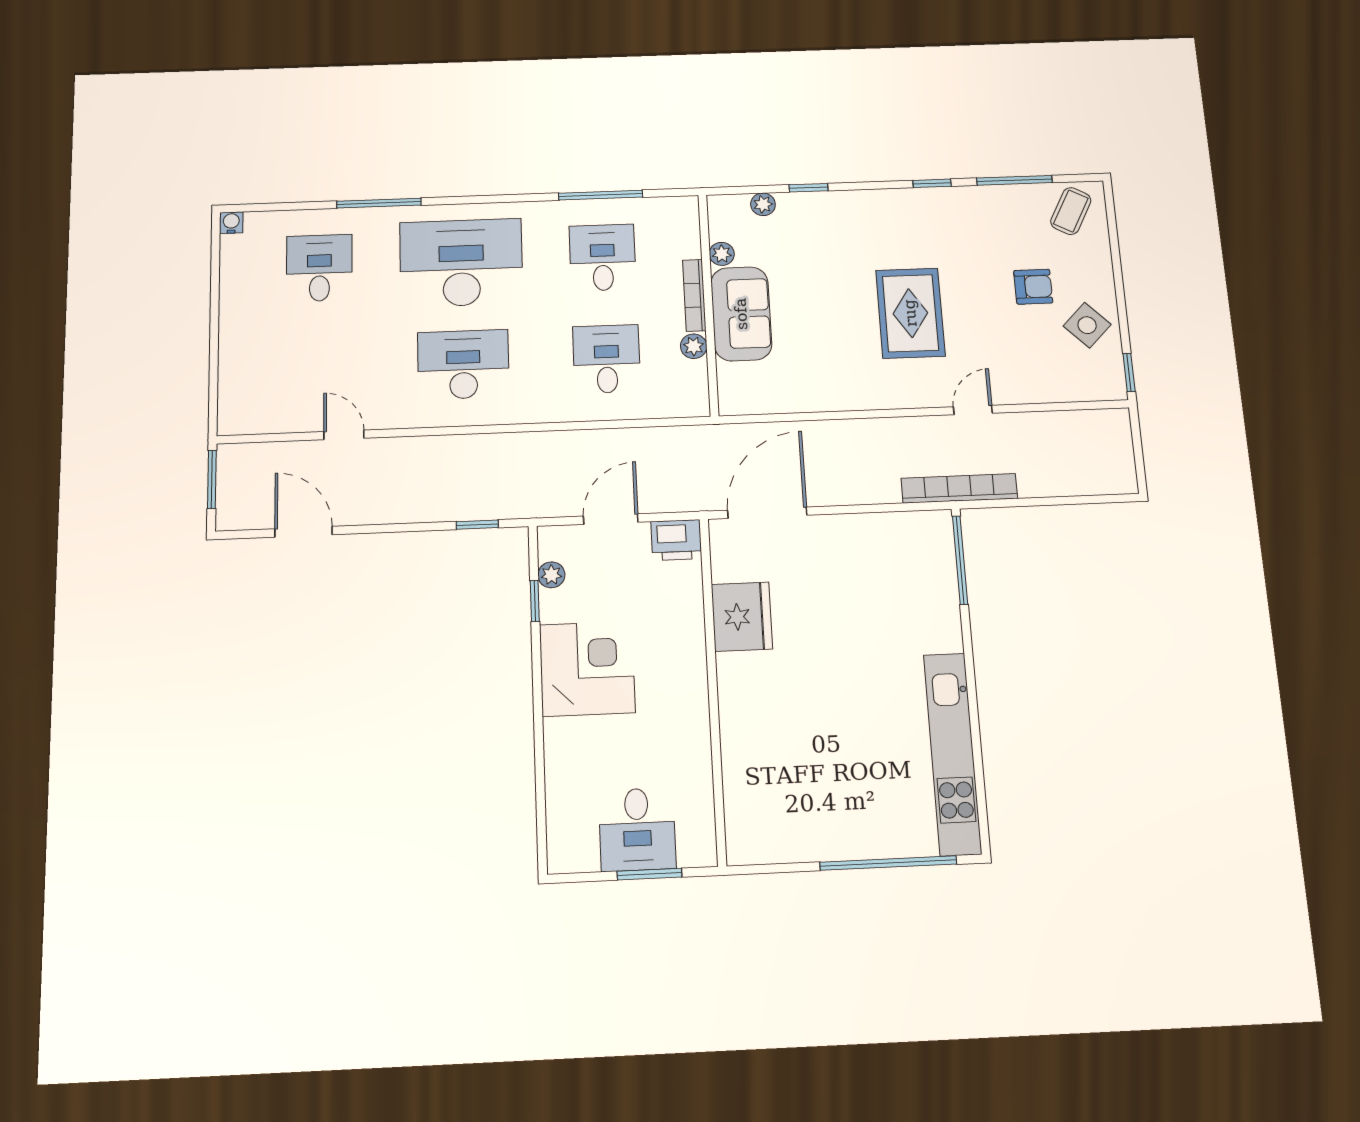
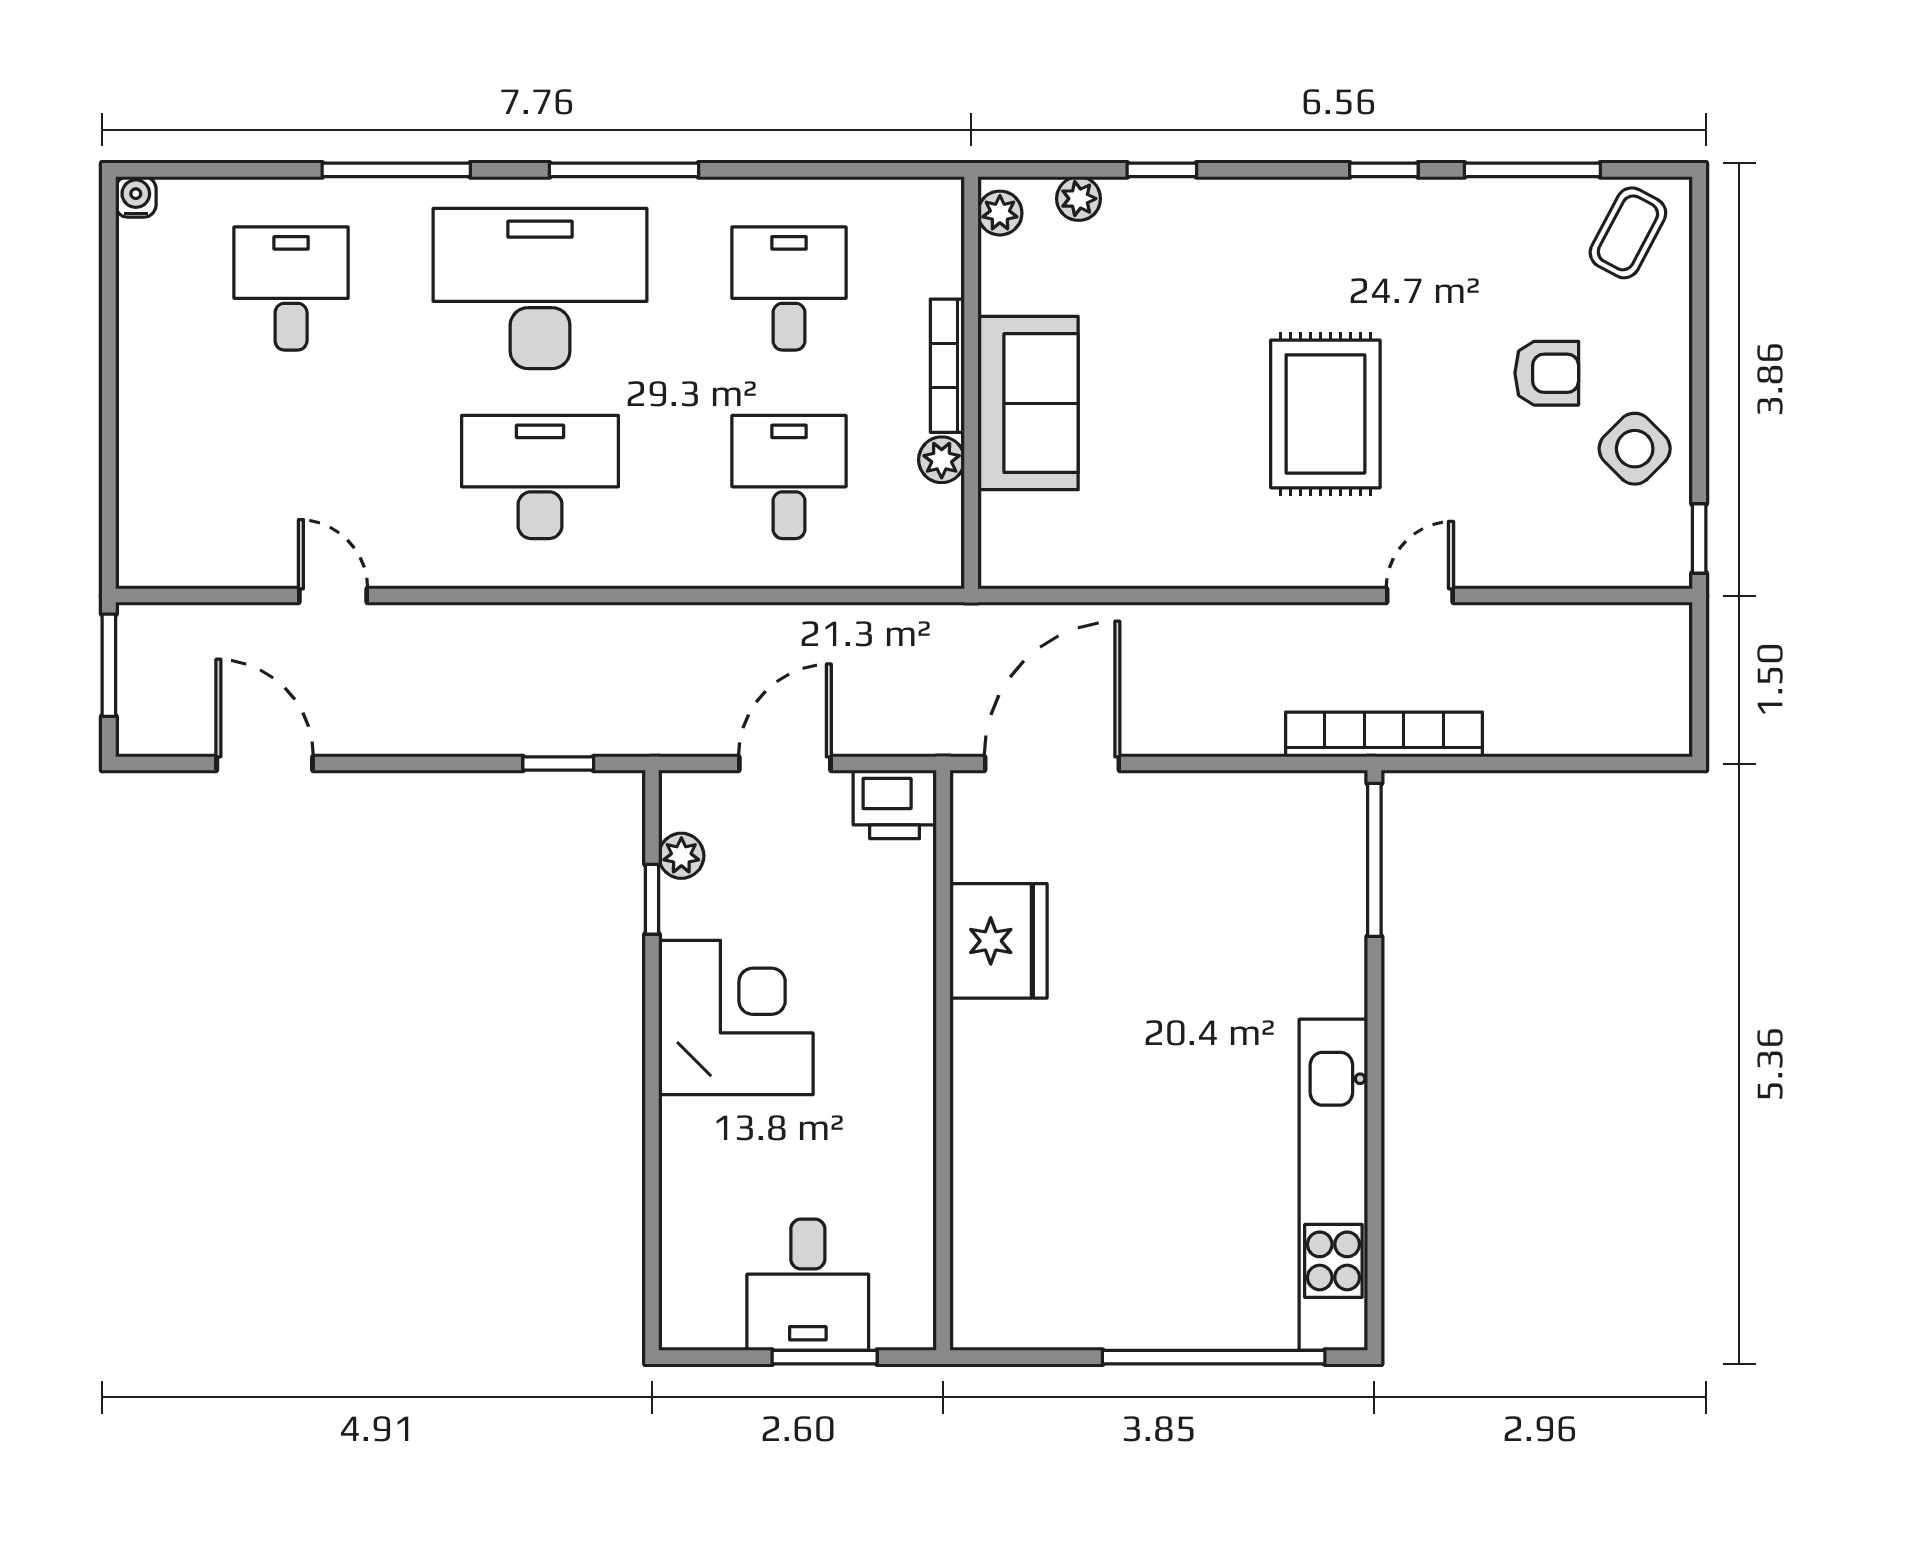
window: (601, 195) -> (624, 170), moved
plant: (722, 254) -> (1000, 213), moved

